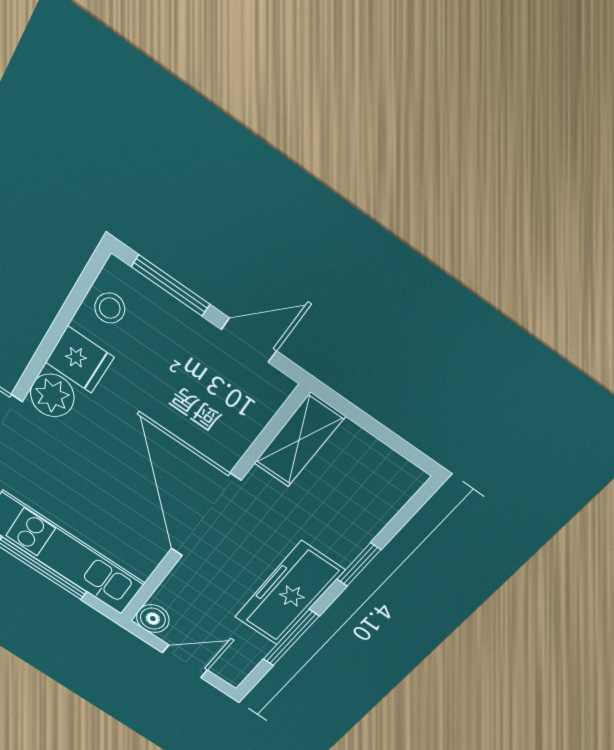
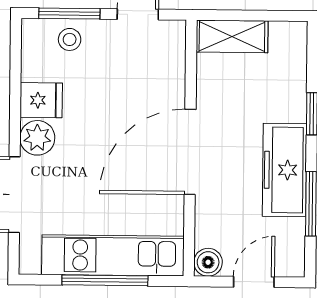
stool: (110, 308) -> (70, 39), moved
shelving: (299, 440) -> (232, 36), moved, turned 90
door: (205, 515) -> (190, 152), hinge flipped

